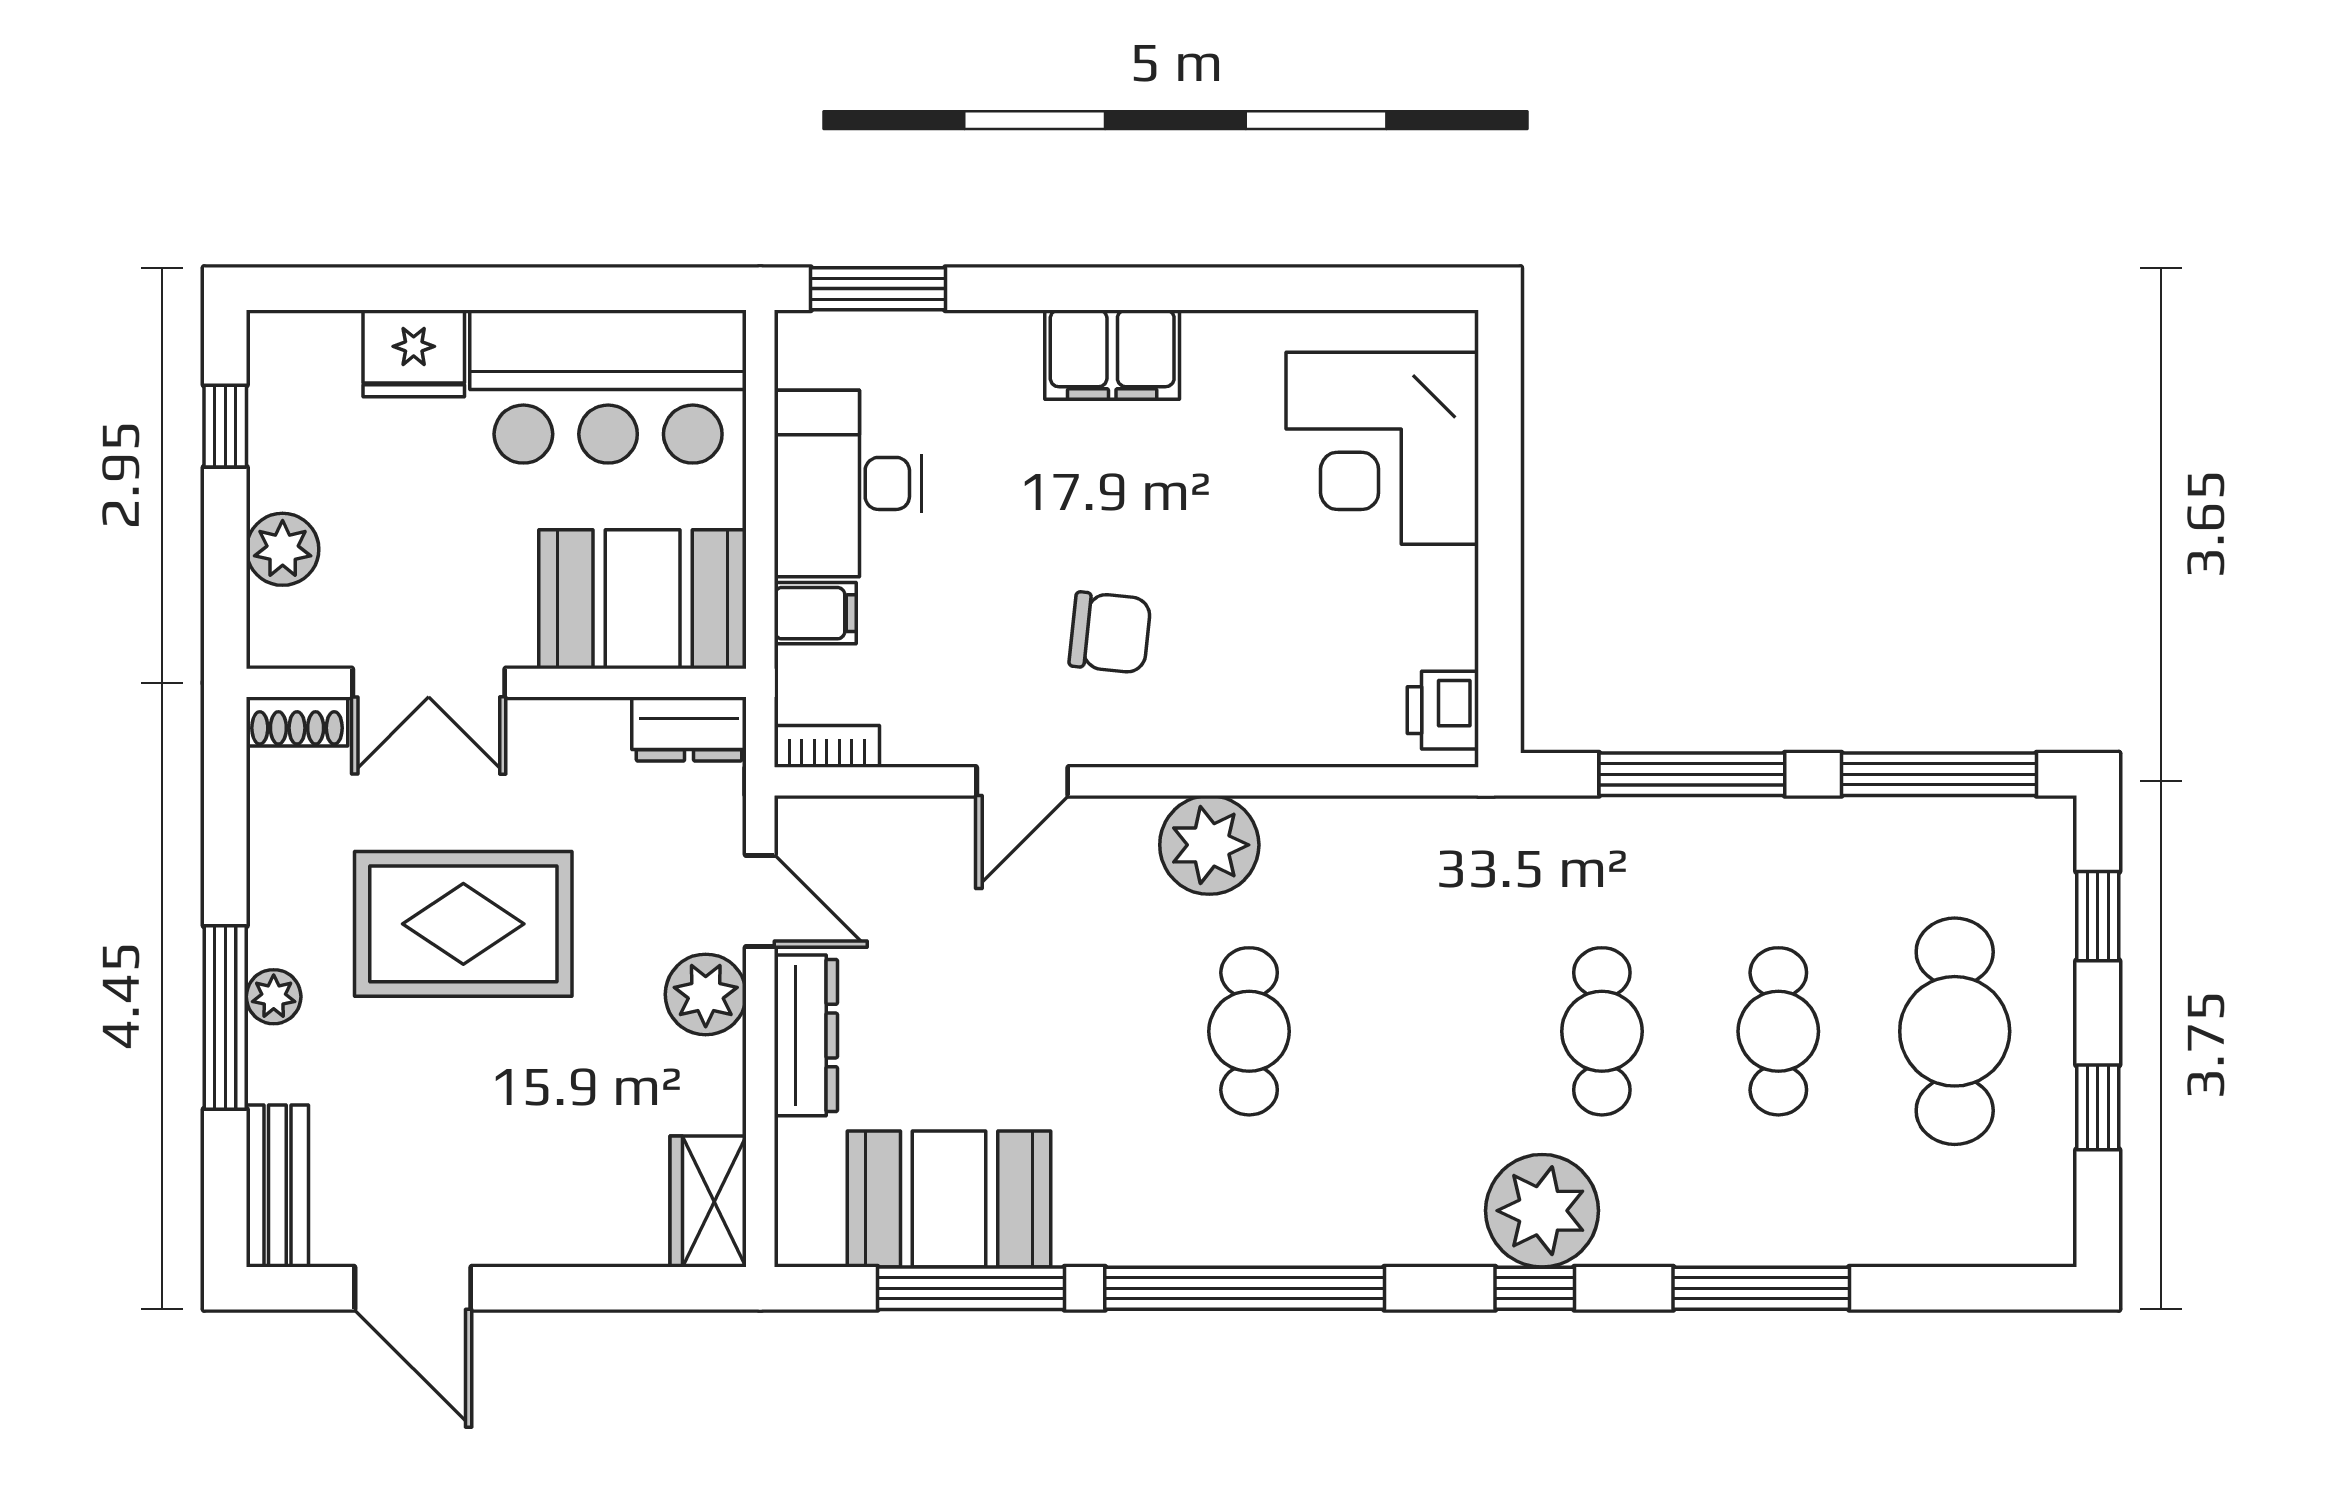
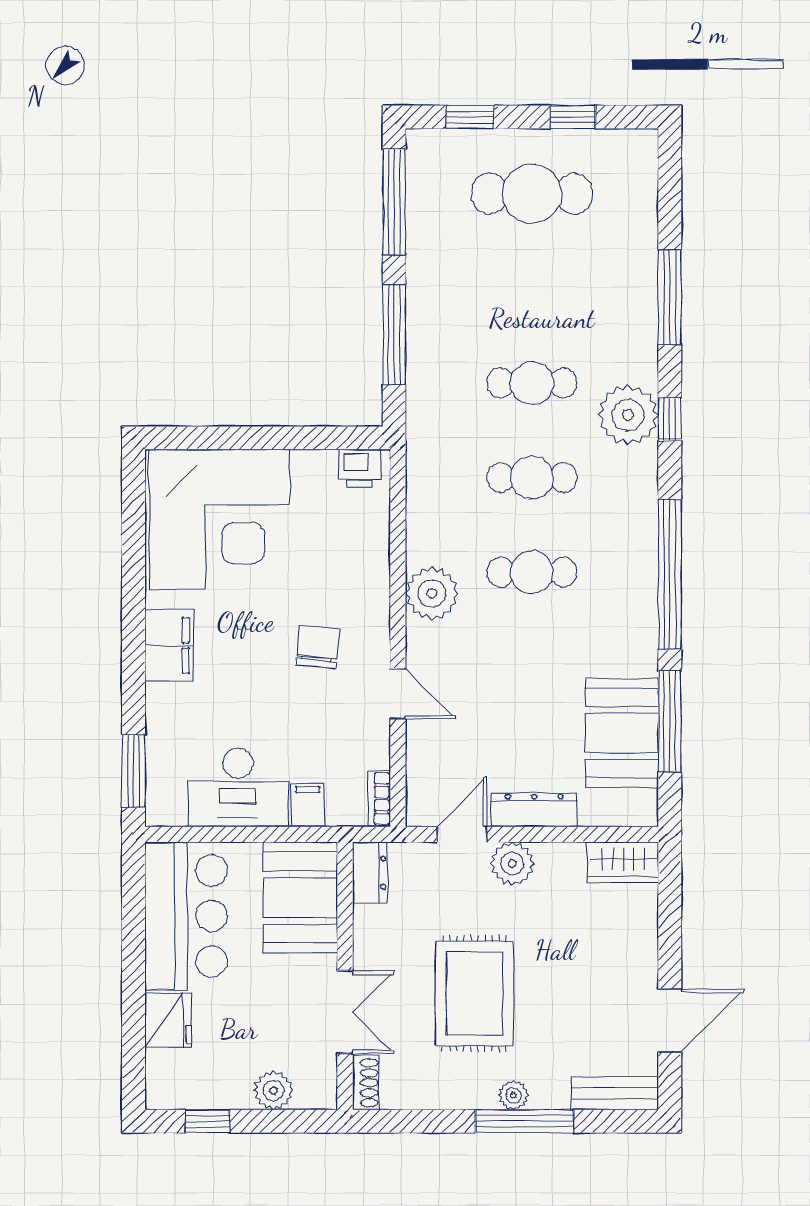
corner desk: (1382, 448) -> (219, 519), width x1.36, depth x1.36
cafe table: (1778, 1031) -> (532, 478), moved

